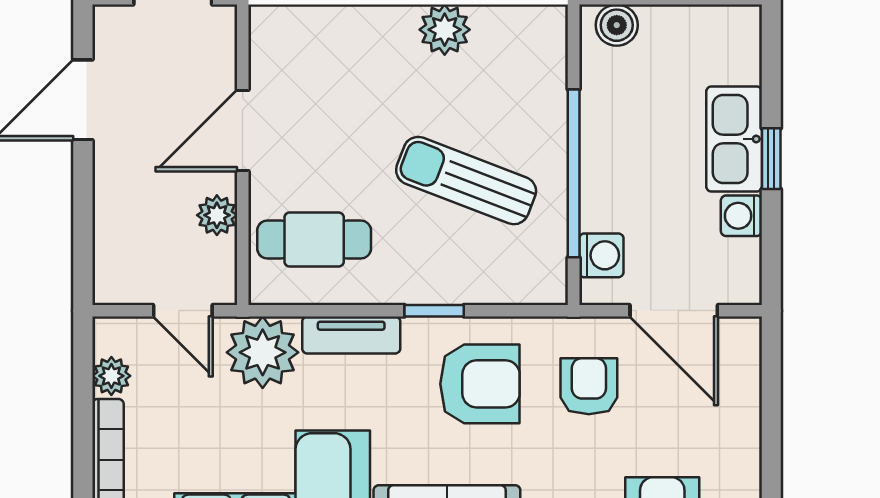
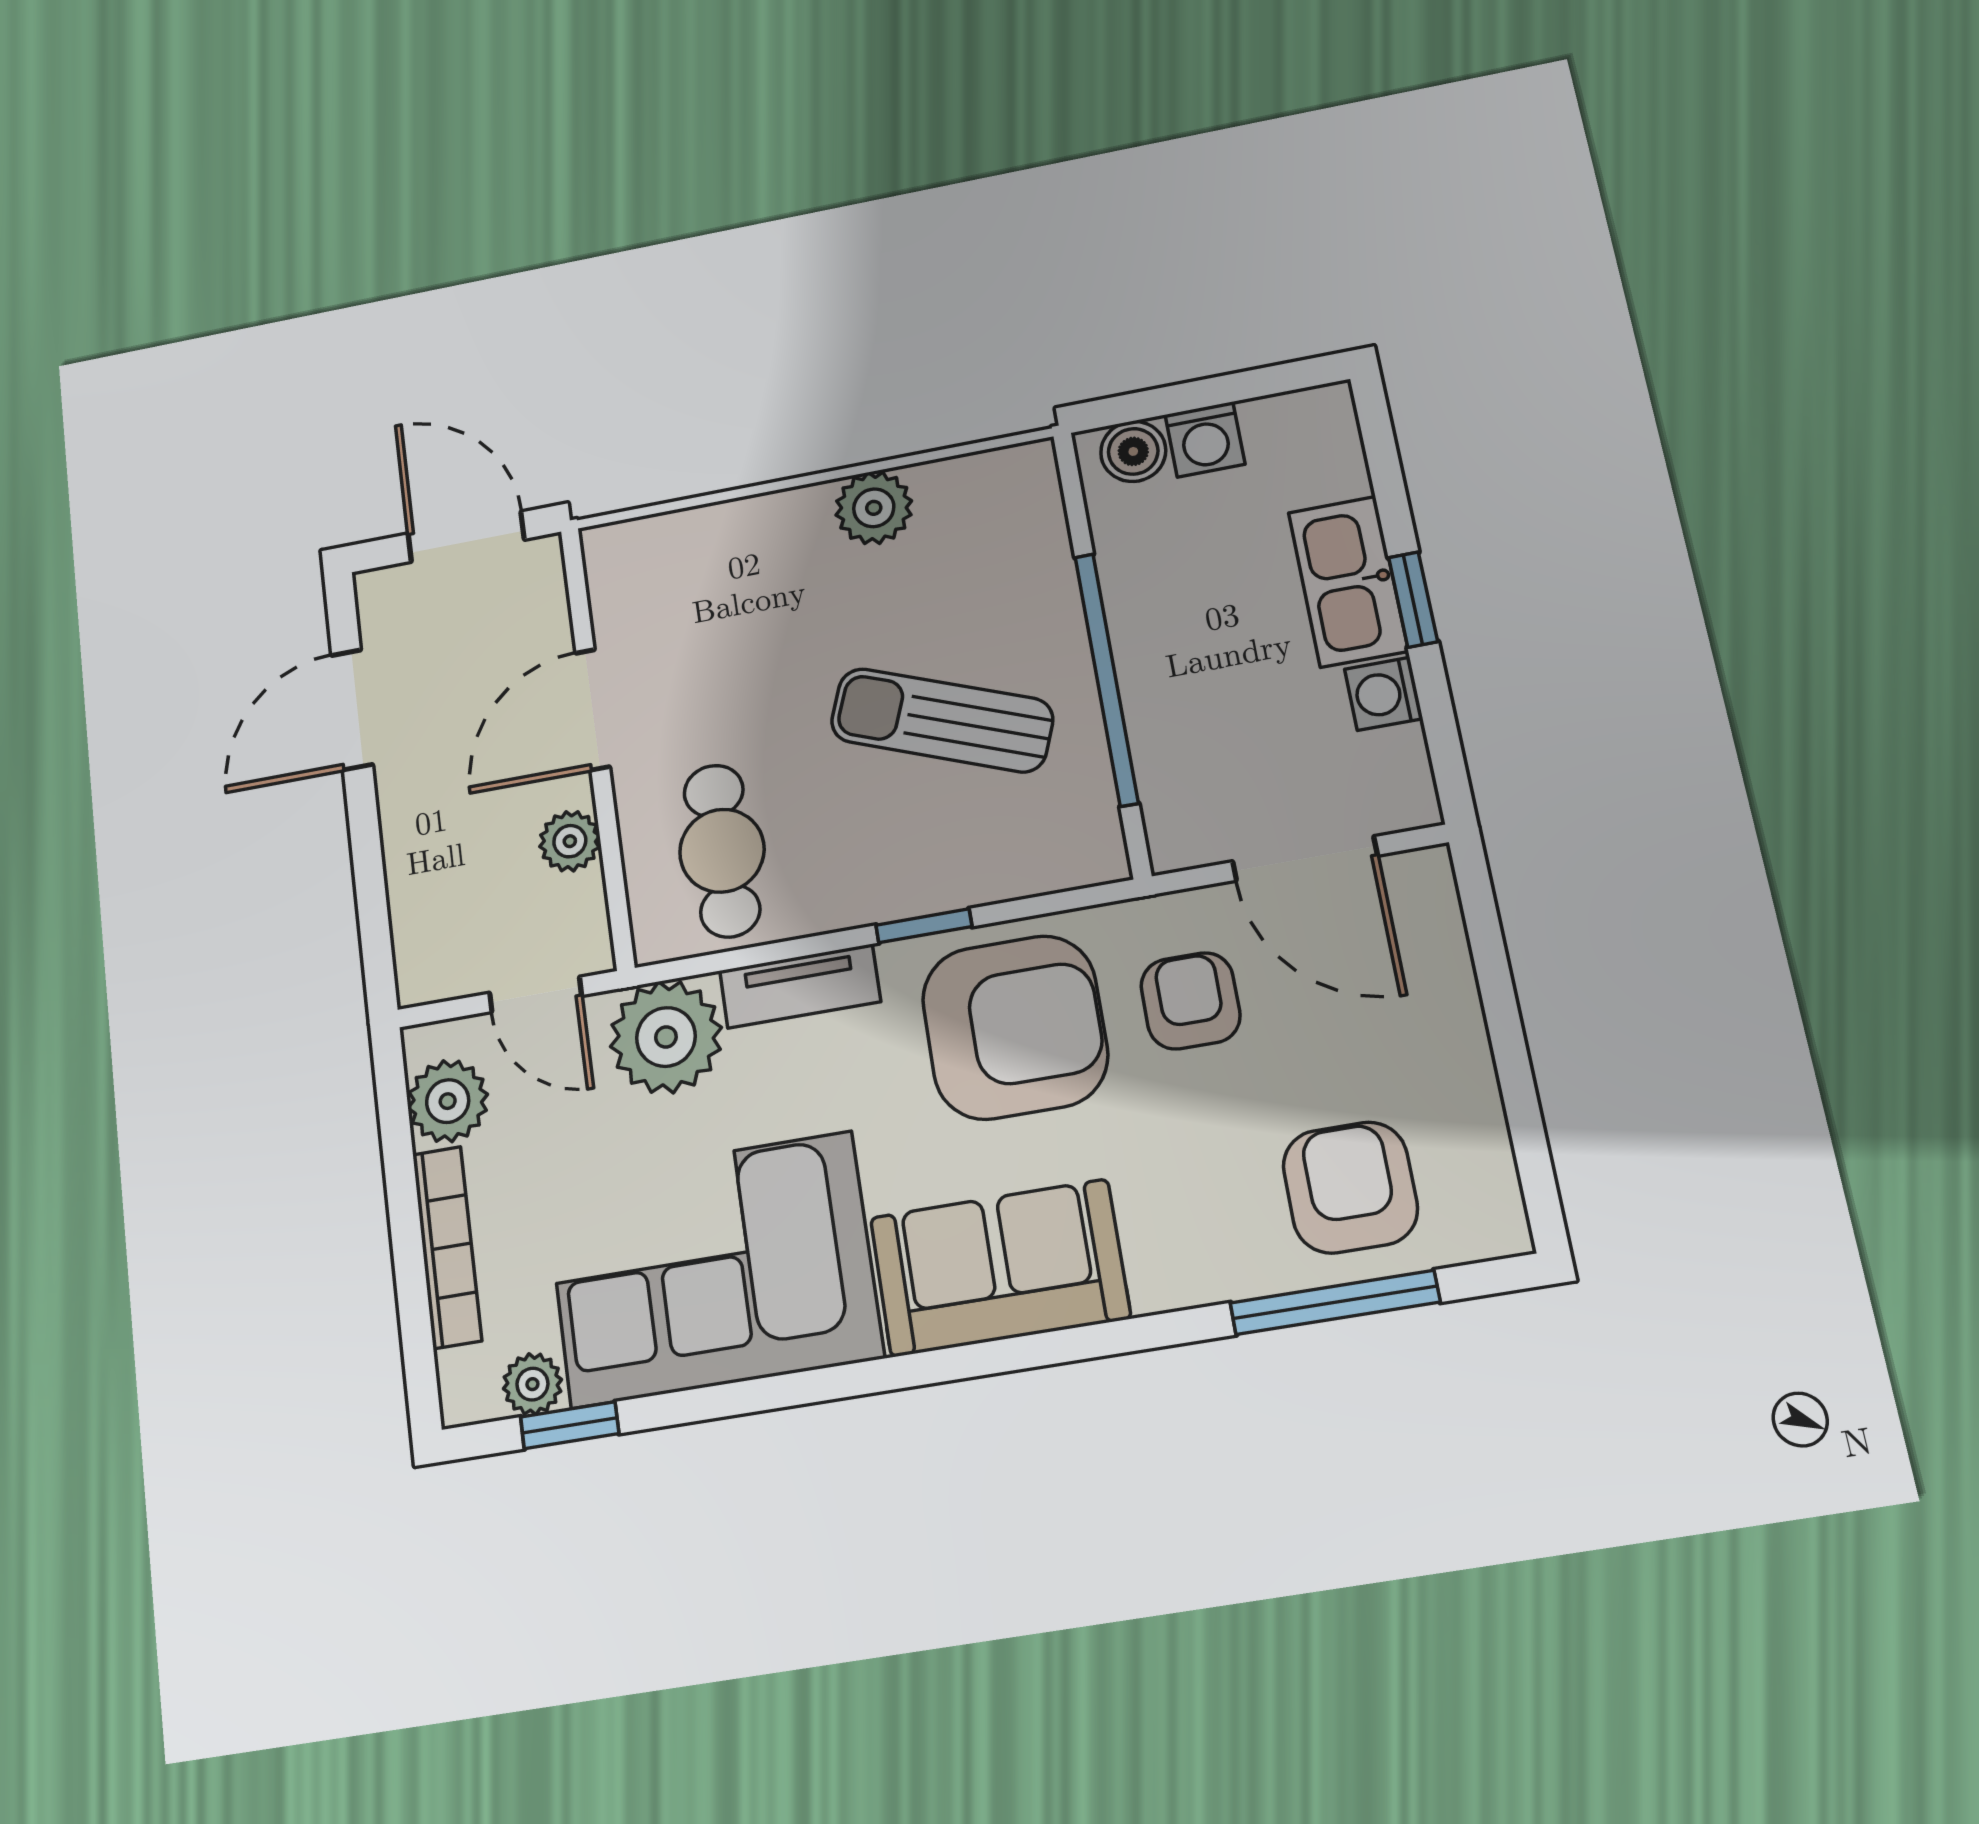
cafe table: (314, 239) -> (722, 851), turned 90
washing machine: (601, 255) -> (1205, 439), moved, turned 90
plant: (111, 376) -> (448, 1101), width x1.38, depth x1.38
armchair: (480, 384) -> (1015, 1027), width x1.36, depth x1.36

